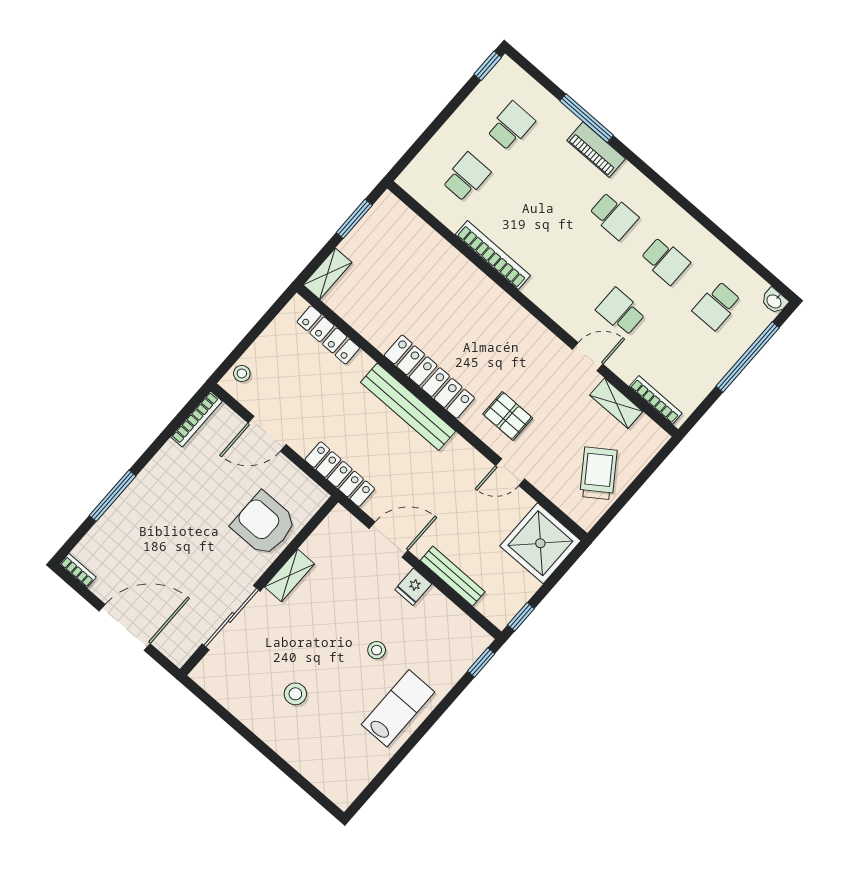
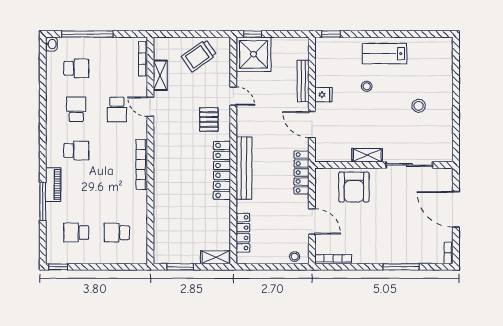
school desk: (614, 216) -> (76, 150), turned 90
bookcase: (493, 255) -> (142, 165), moved
window: (521, 617) -> (253, 34), moved

